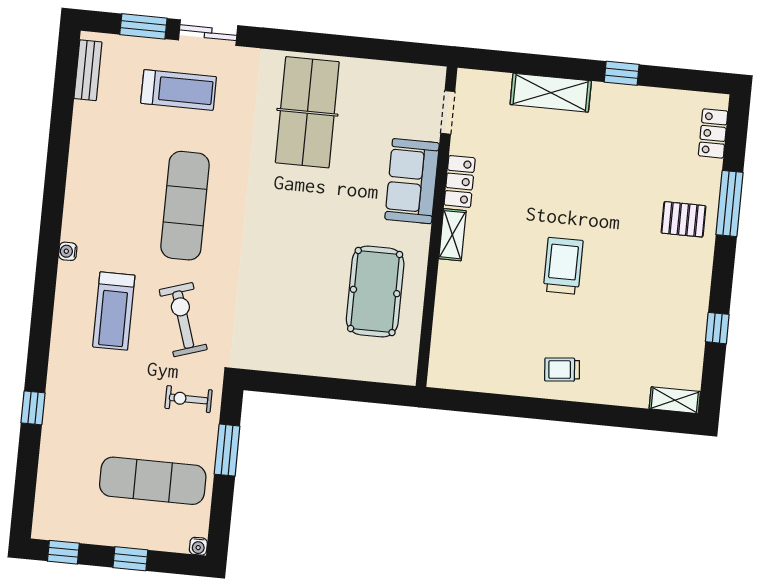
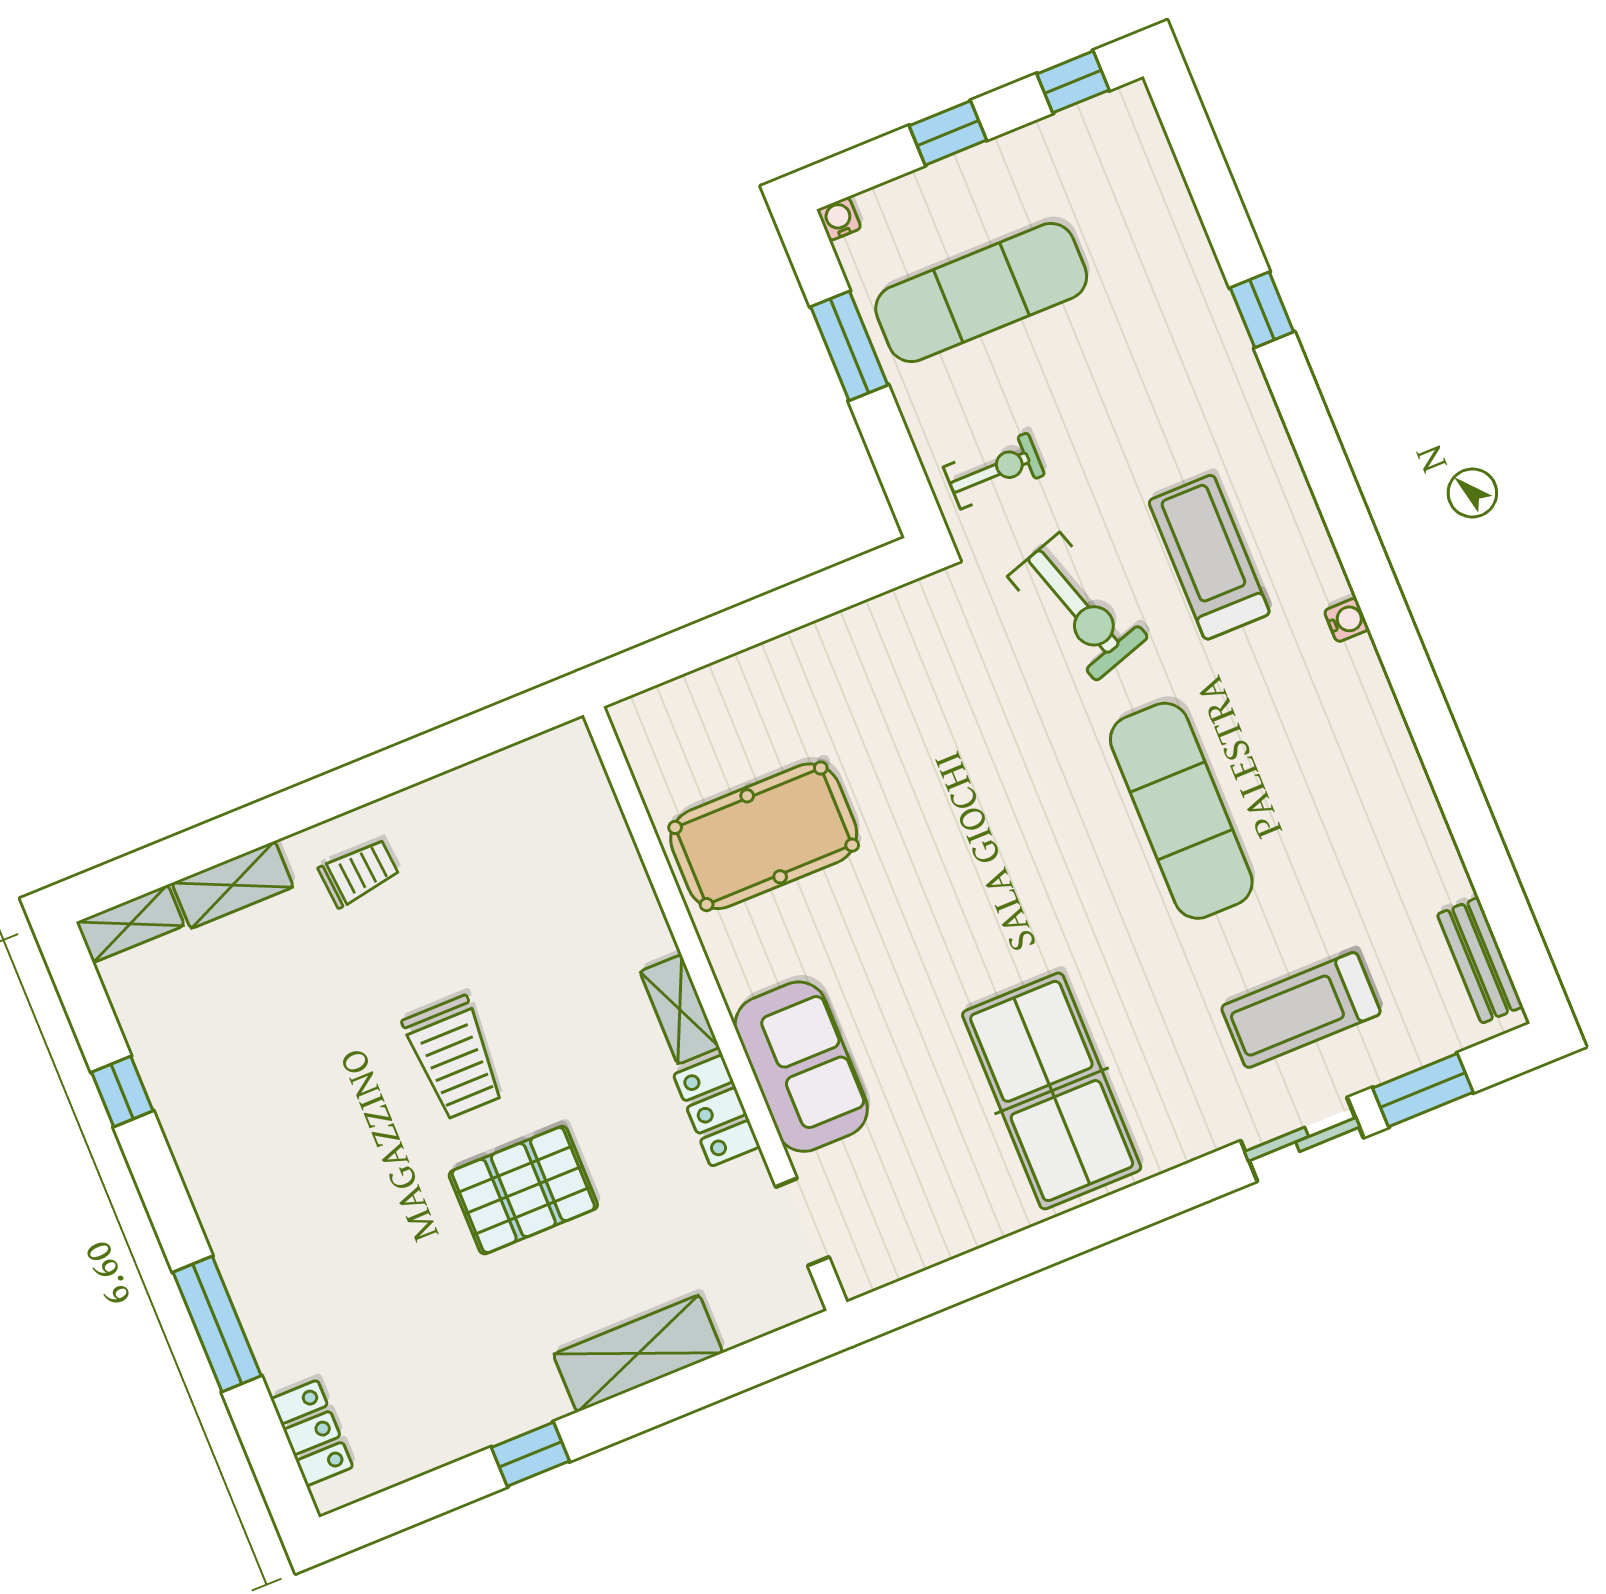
pallet: (683, 219) -> (523, 1190), moved, width x1.50, depth x1.42
pool table: (375, 292) -> (764, 836), turned 90
shelving: (621, 393) -> (233, 885), added
window: (227, 450) -> (849, 346), moved

